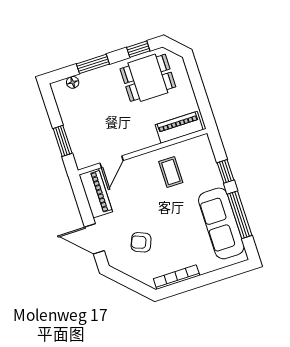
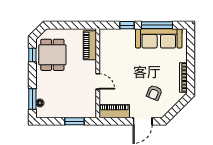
window: (93, 64) -> (32, 99), moved
door: (112, 162) -> (98, 81), moved
coffee table: (171, 172) -> (116, 60), removed

